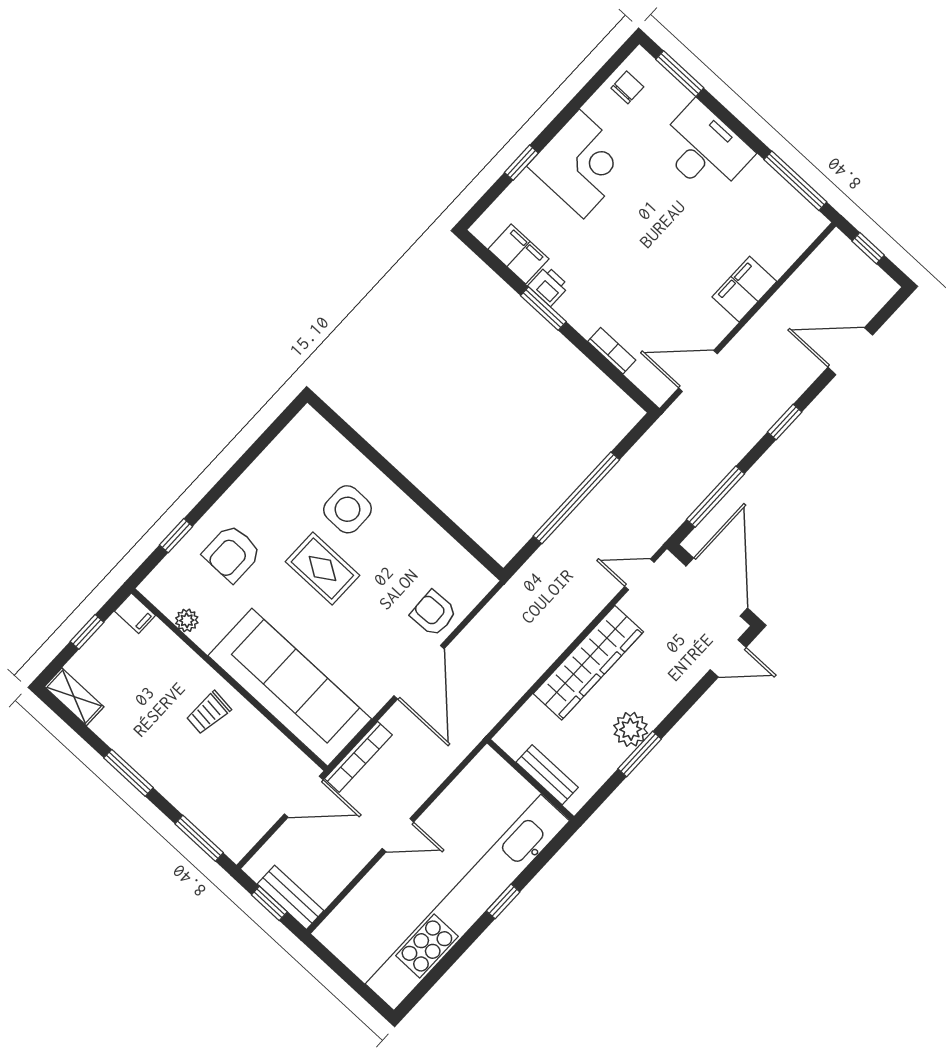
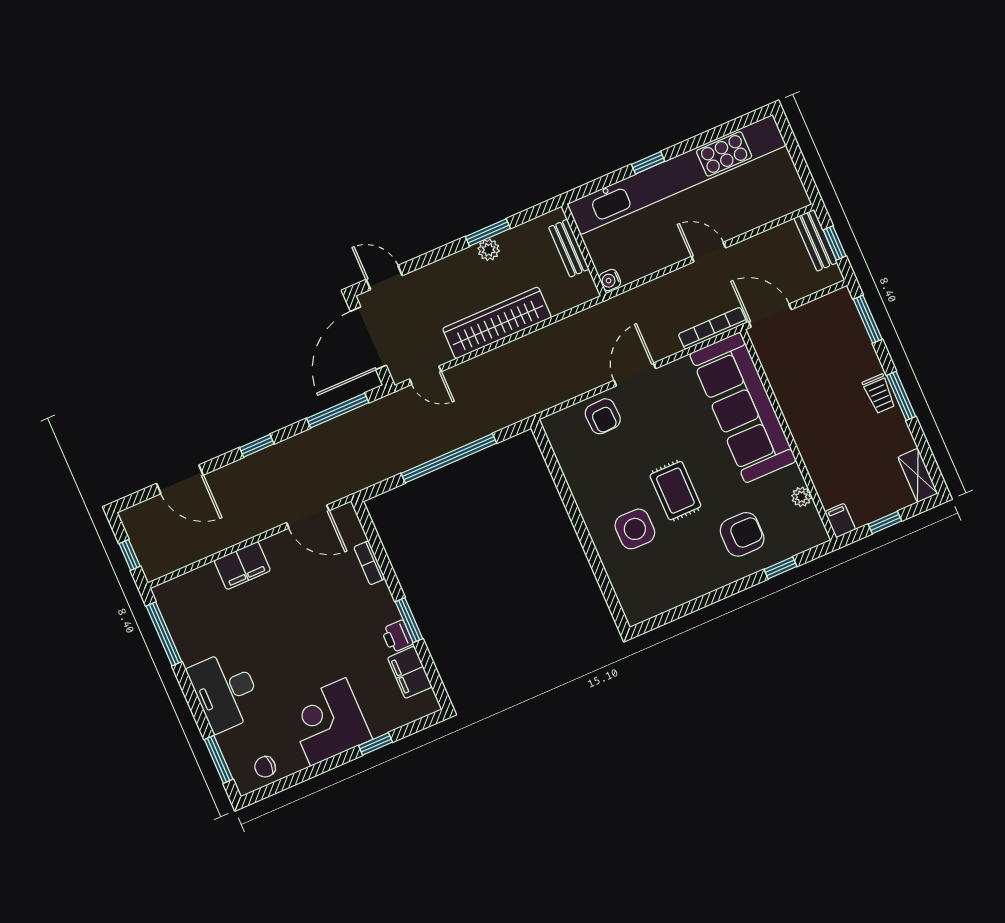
door: (419, 672) -> (635, 374), width x0.73
trolley: (208, 713) -> (879, 394), moved, turned 84
plant: (631, 729) -> (489, 250), width x0.73, depth x0.73
water cooler: (489, 760) -> (610, 280), added

